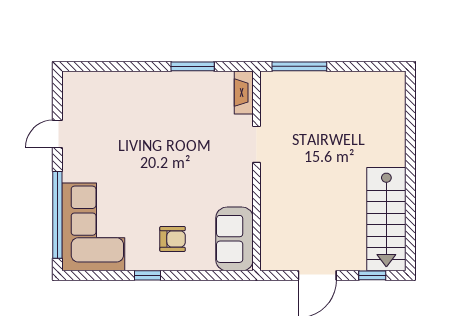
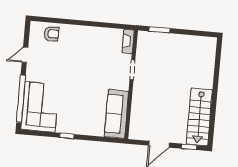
window: (193, 66) -> (102, 25), removed
window: (299, 66) -> (160, 30), width x0.69
armchair: (173, 239) -> (51, 34), moved
sofa: (234, 239) -> (117, 114), width x1.36

